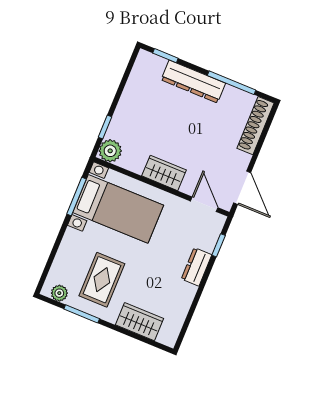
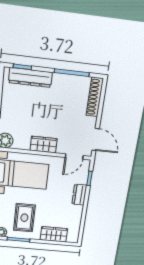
dresser: (193, 82) -> (30, 77), moved
door: (204, 204) -> (74, 157), swing flipped

